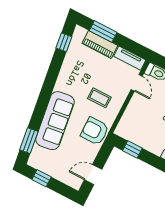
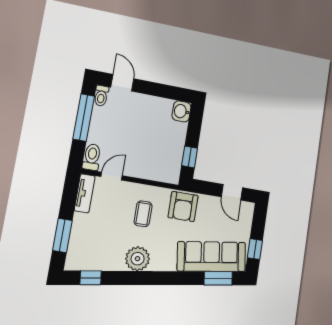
piano: (100, 44) -> (79, 234), removed
plant: (66, 82) -> (138, 259), added
sofa: (55, 121) -> (212, 257), moved

